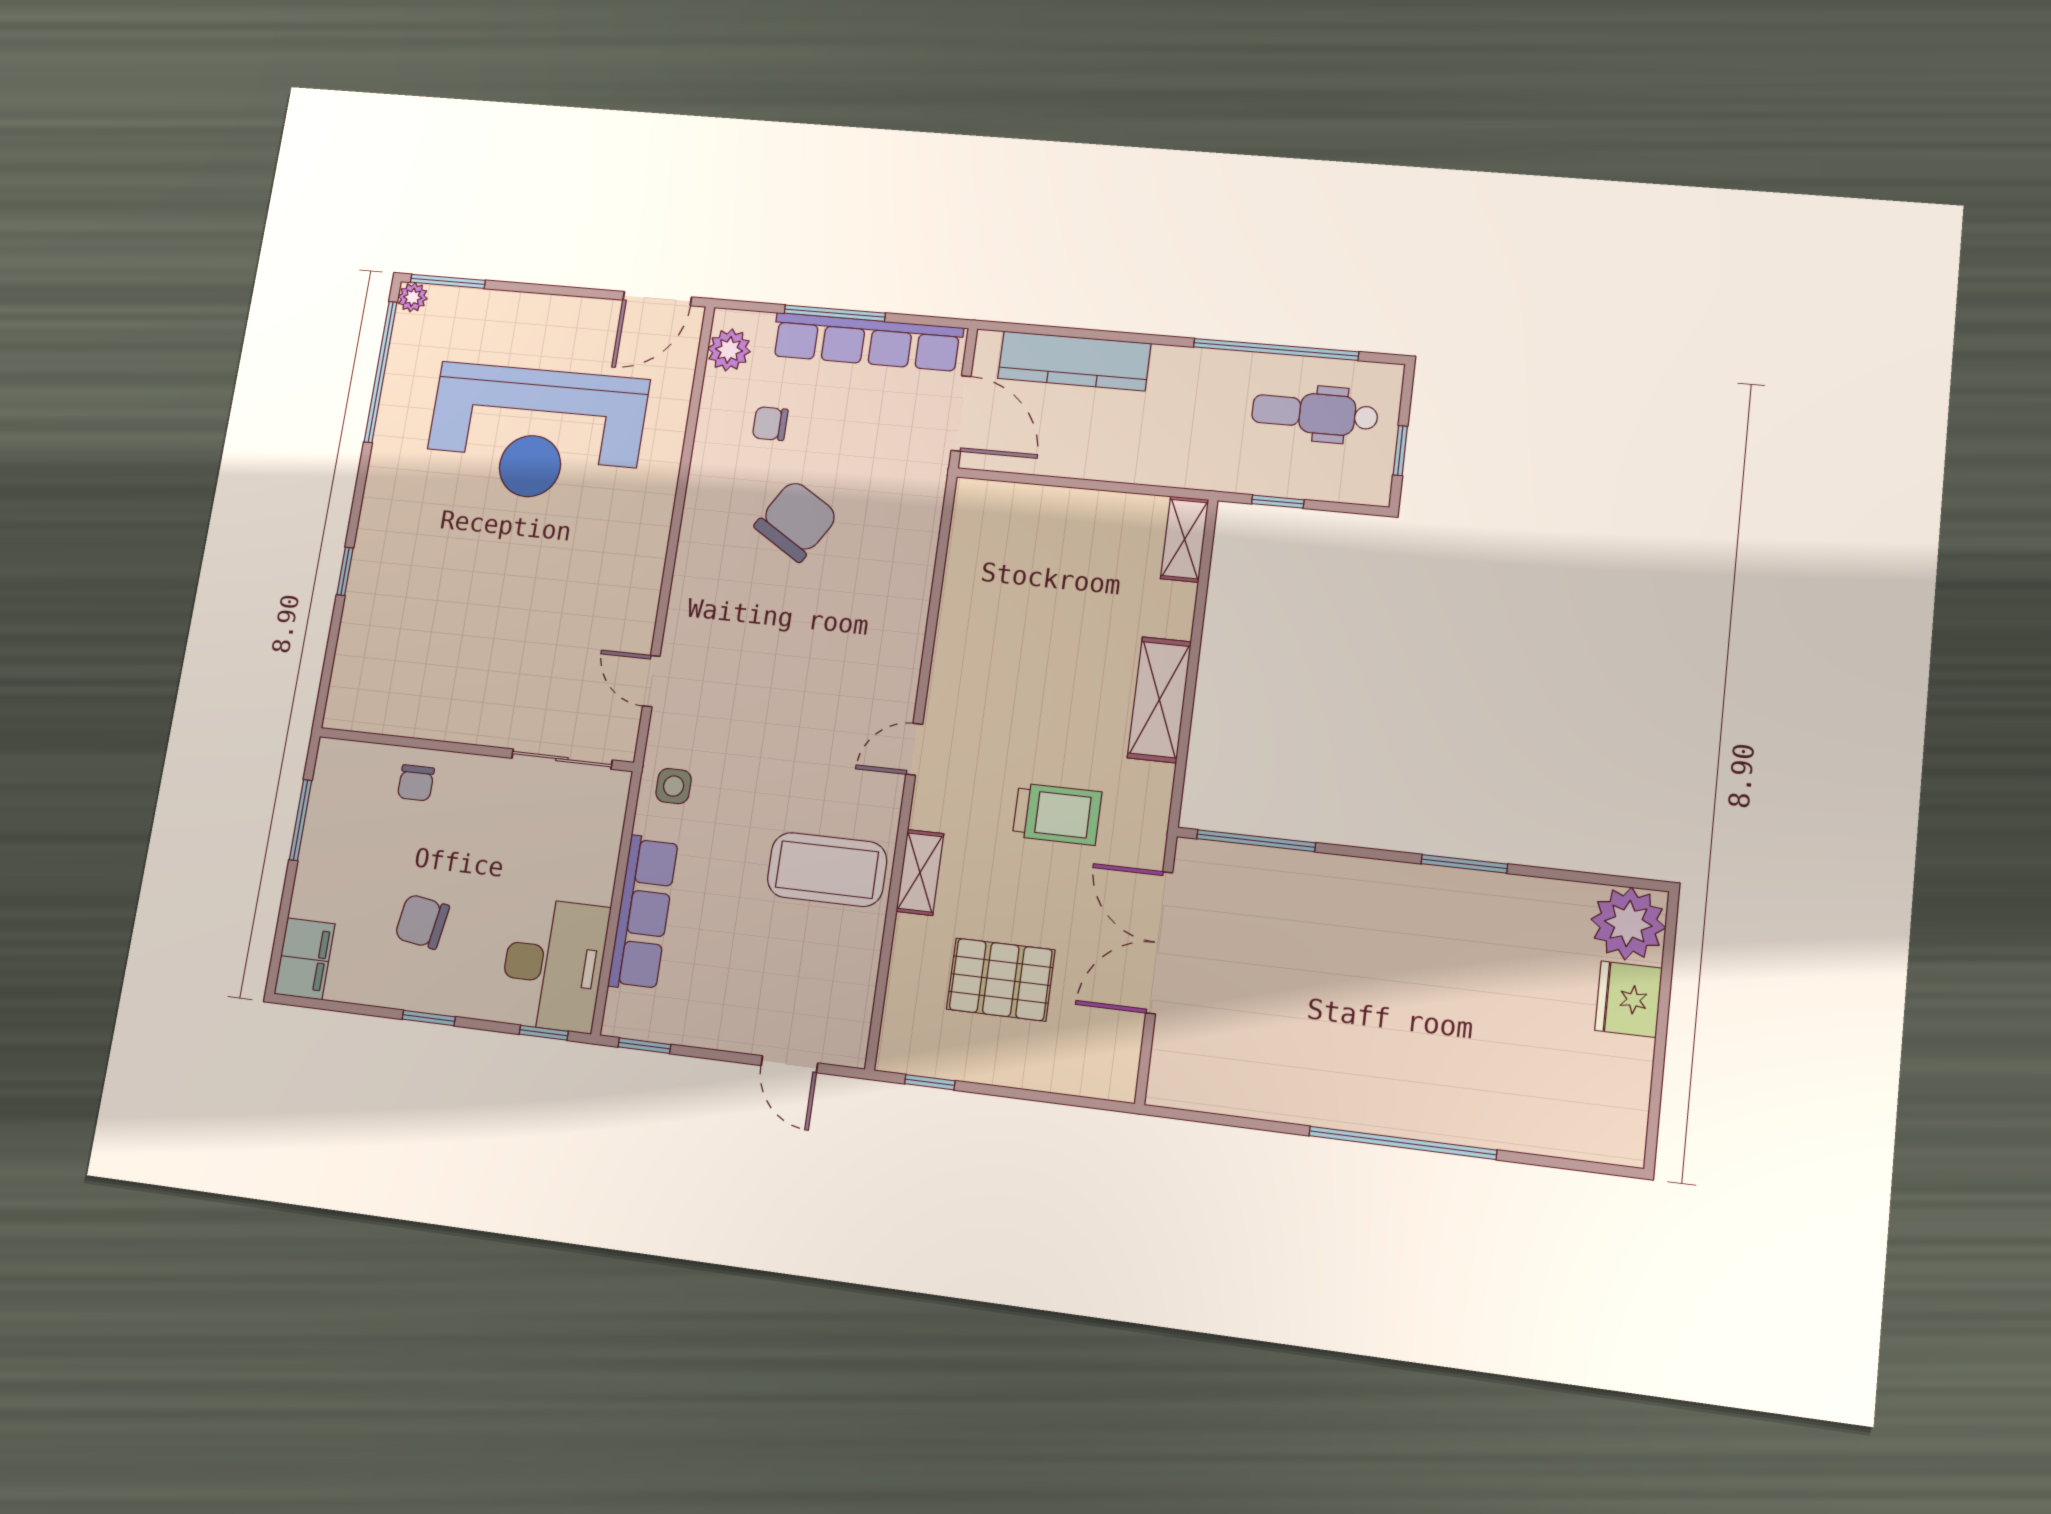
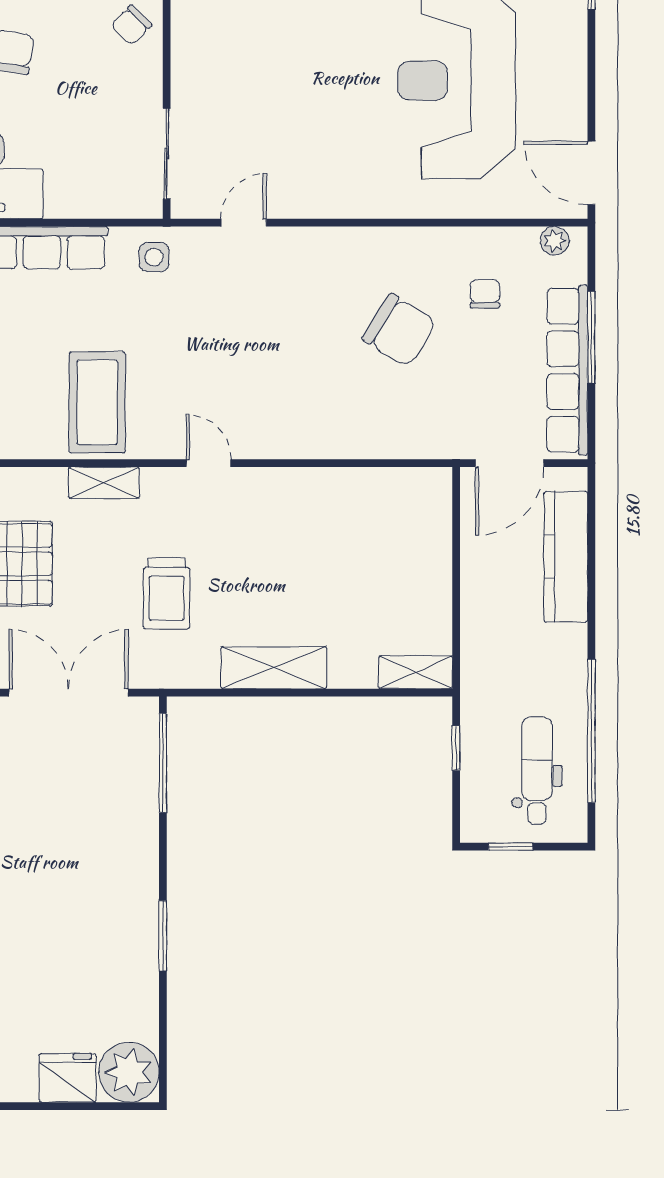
plant: (729, 350) -> (555, 241), width x0.73, depth x0.73
chair: (416, 783) -> (131, 25), turned -45

